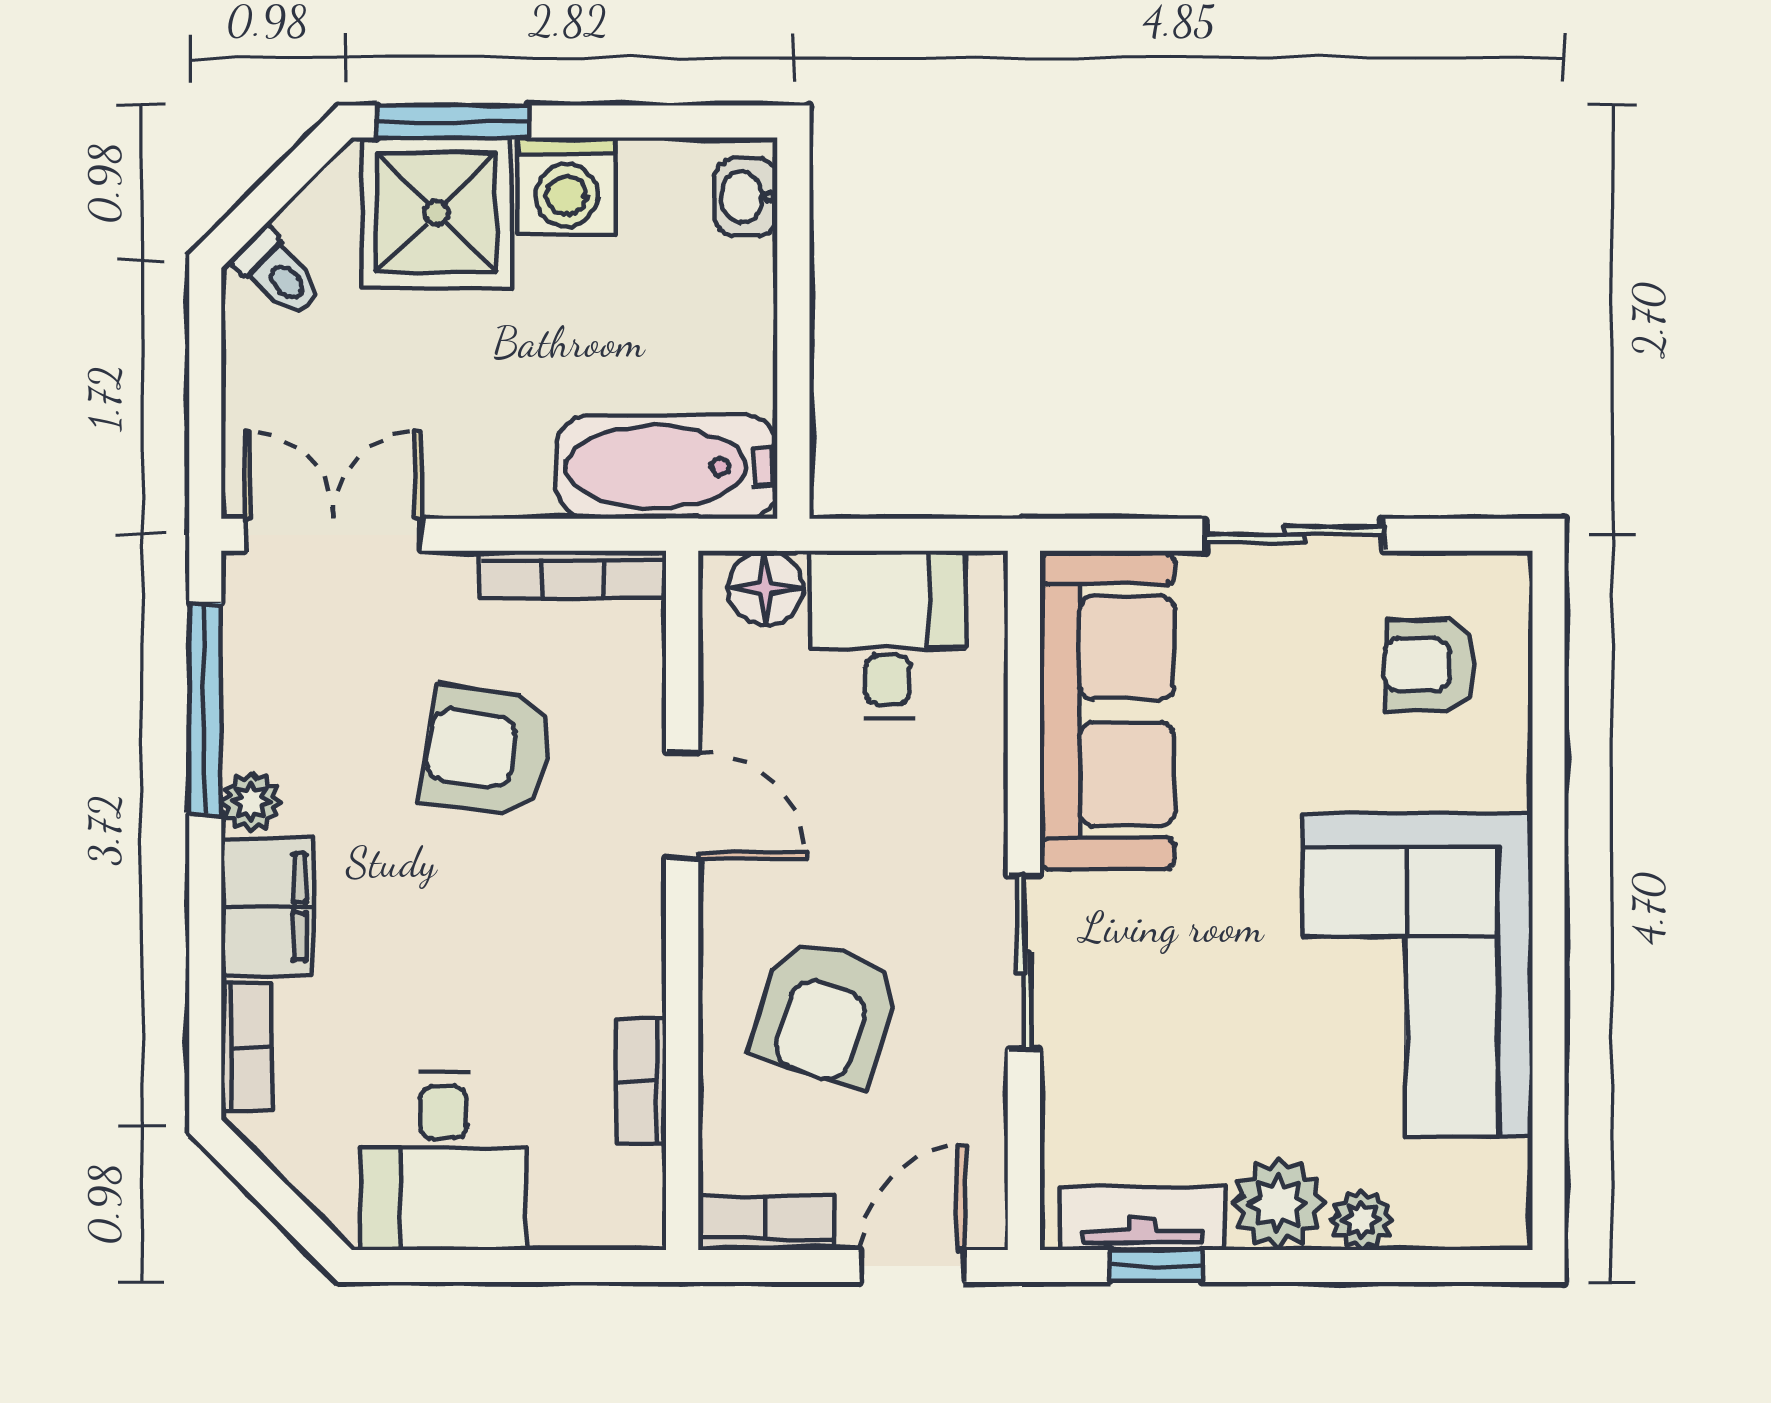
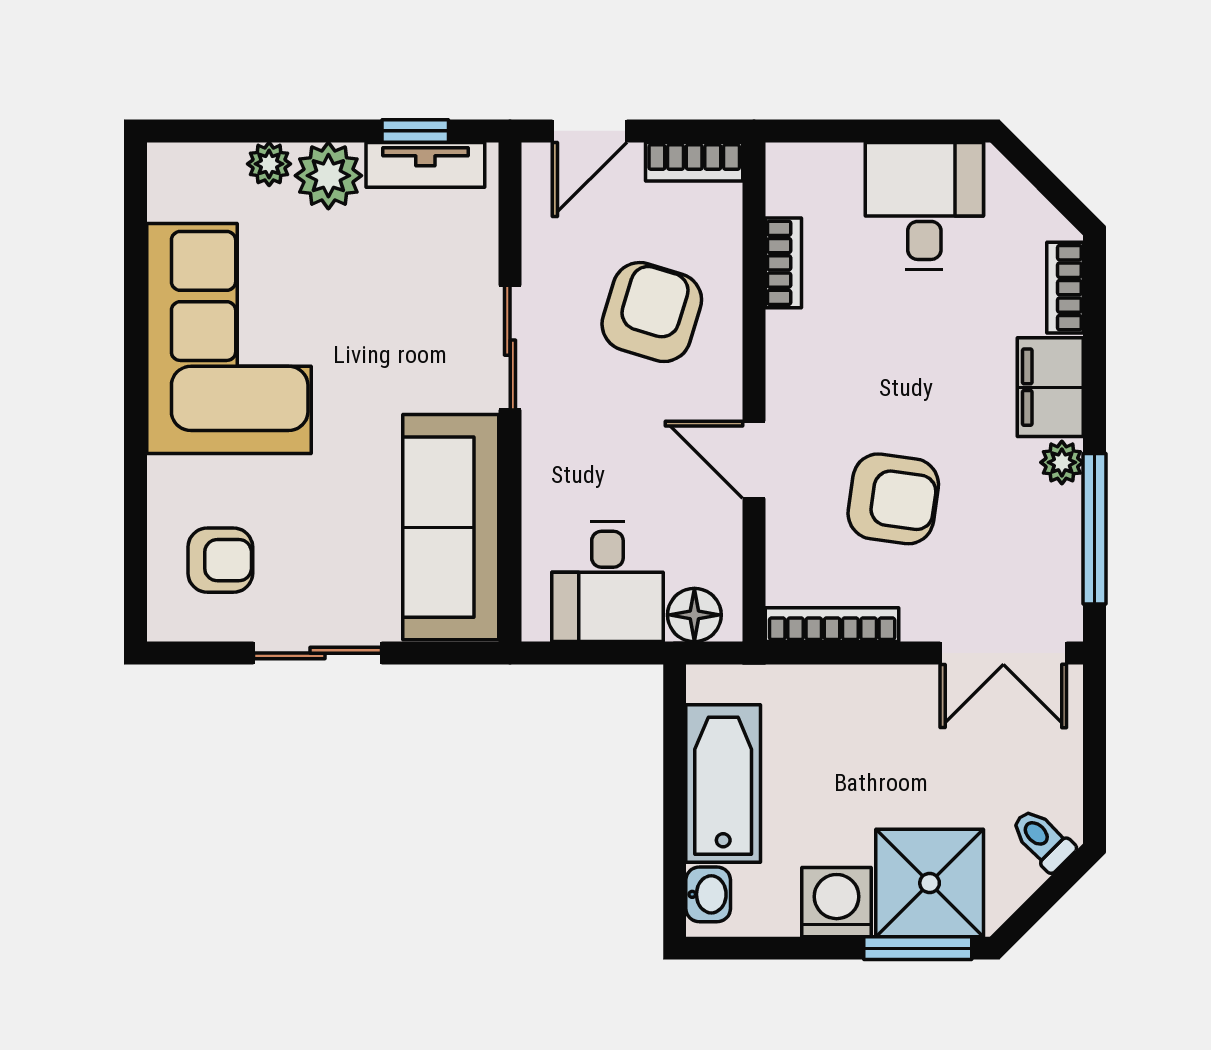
bathtub: (667, 467) -> (723, 783), moved, turned -90

